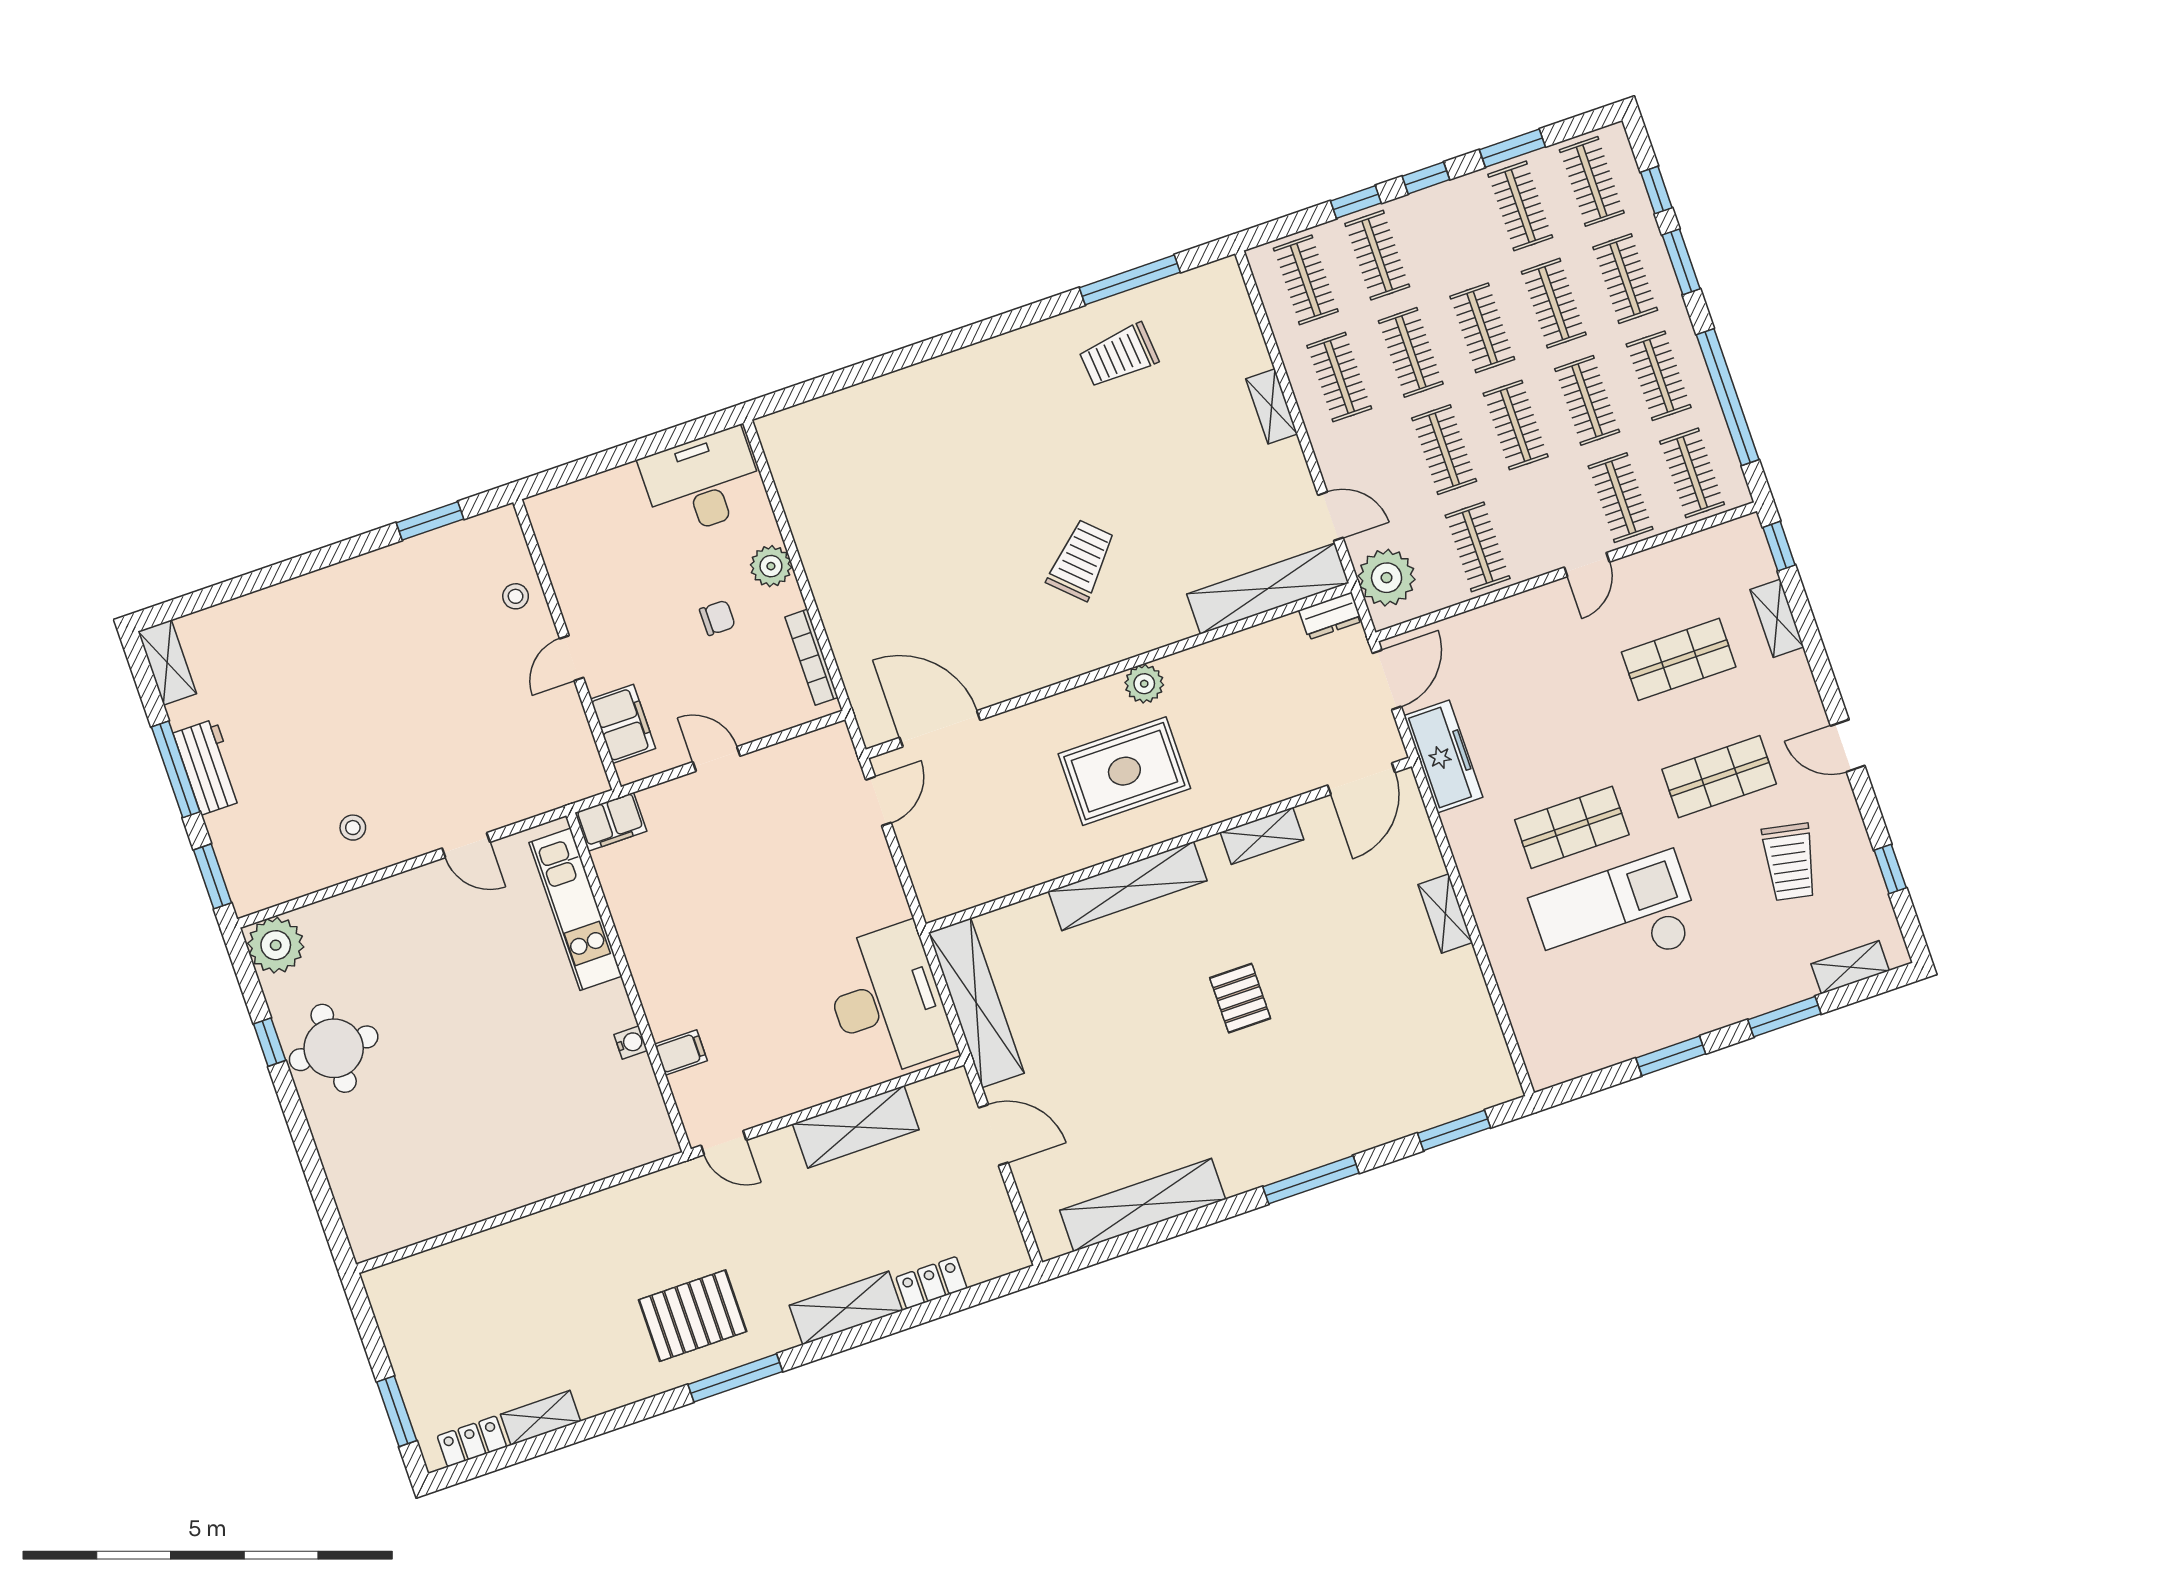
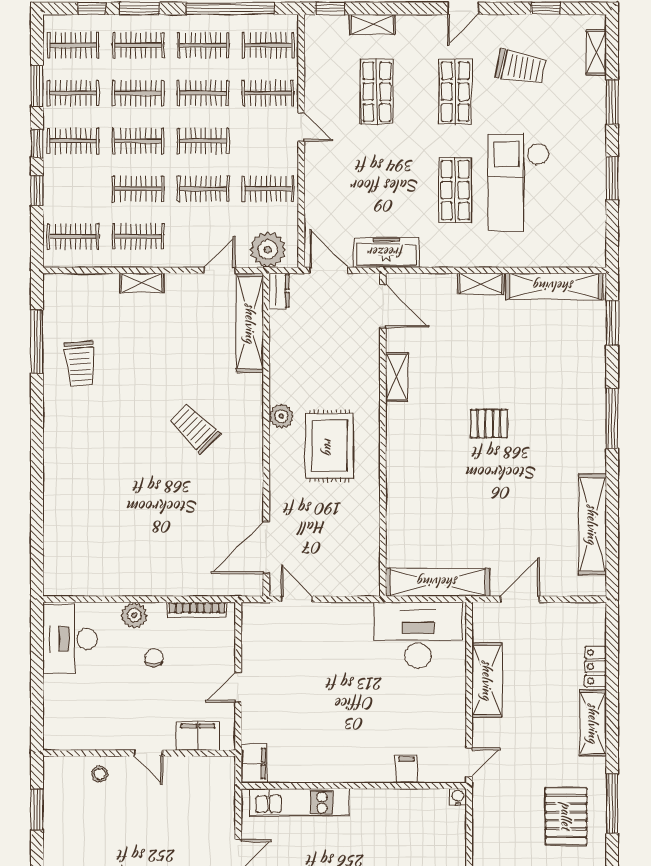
clothes rail: (1377, 255) -> (73, 141), moved
shelving: (1128, 886) -> (554, 286), moved, turned 90
water cooler: (631, 1042) -> (458, 797), moved

